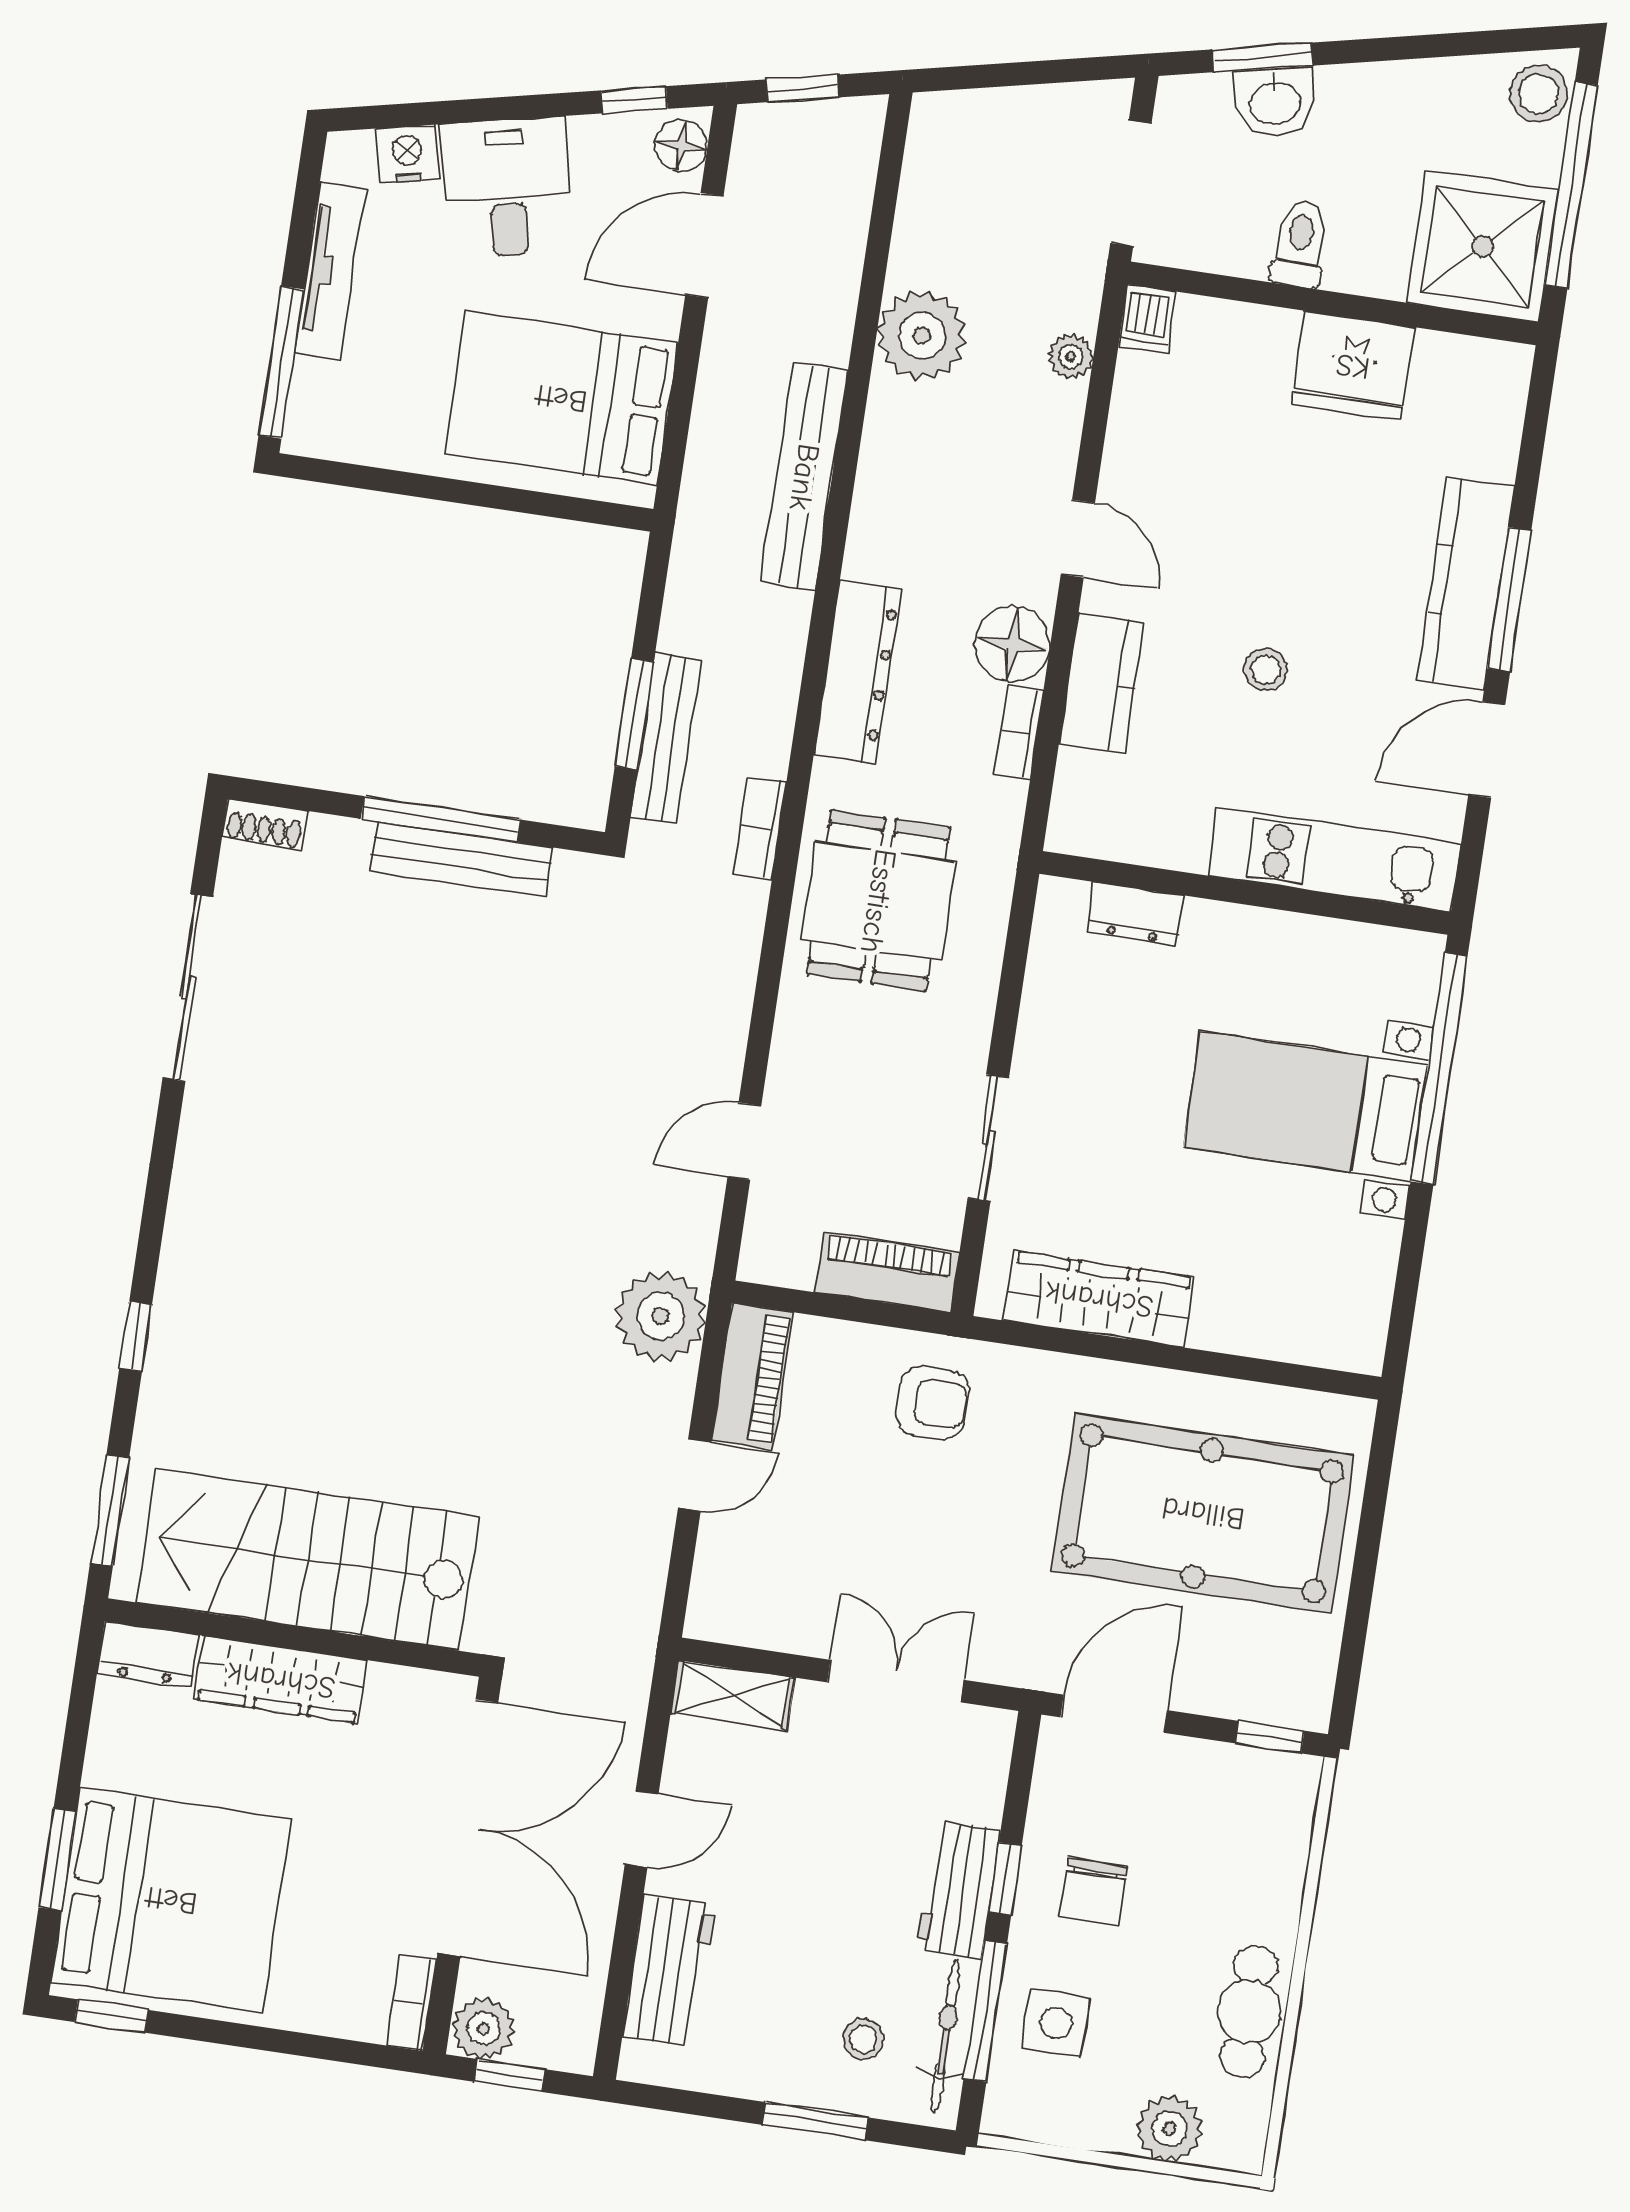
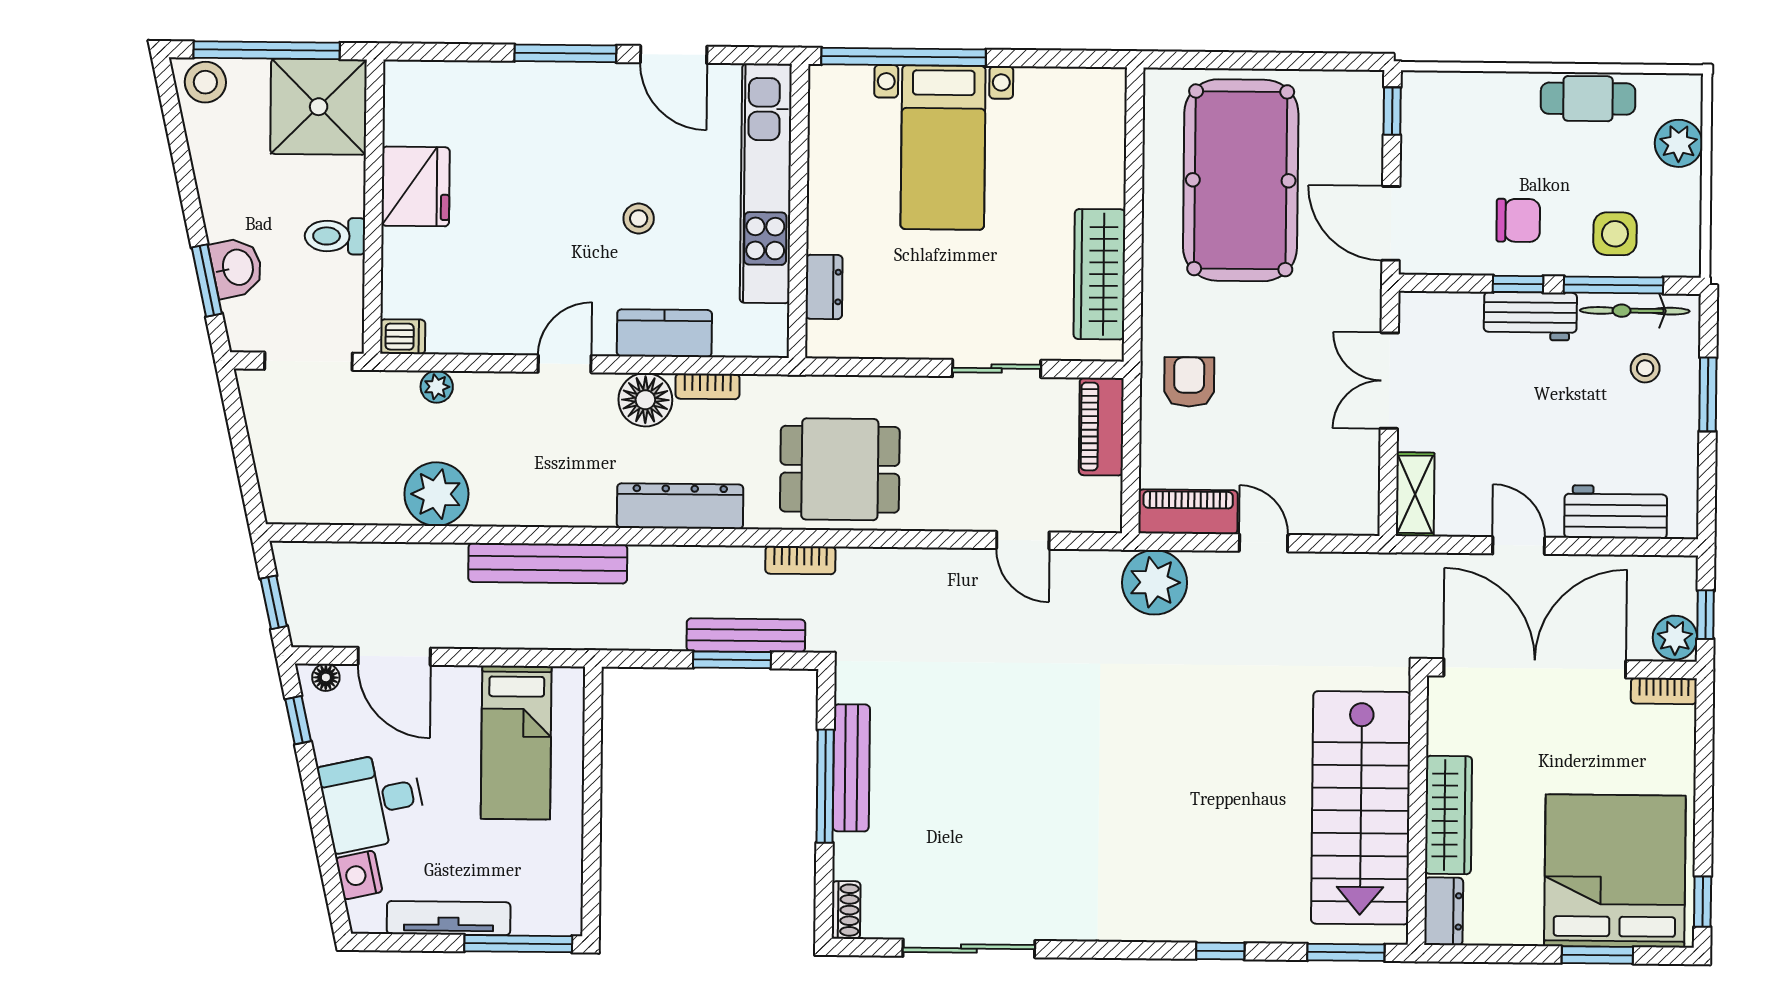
floor lamp: (681, 145) -> (326, 677), width x0.73, depth x0.73
bed: (561, 398) -> (516, 743), width x0.67
kitchen counter: (1465, 583) -> (558, 86), removed
kitchen unit: (1334, 860) -> (766, 183), width x1.36

